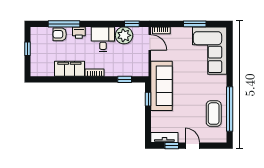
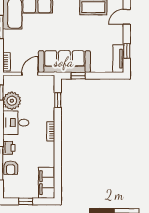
door: (150, 42) -> (30, 74), moved
filing cabinet: (69, 69) -> (47, 183), moved
door: (192, 146) -> (127, 17), moved

